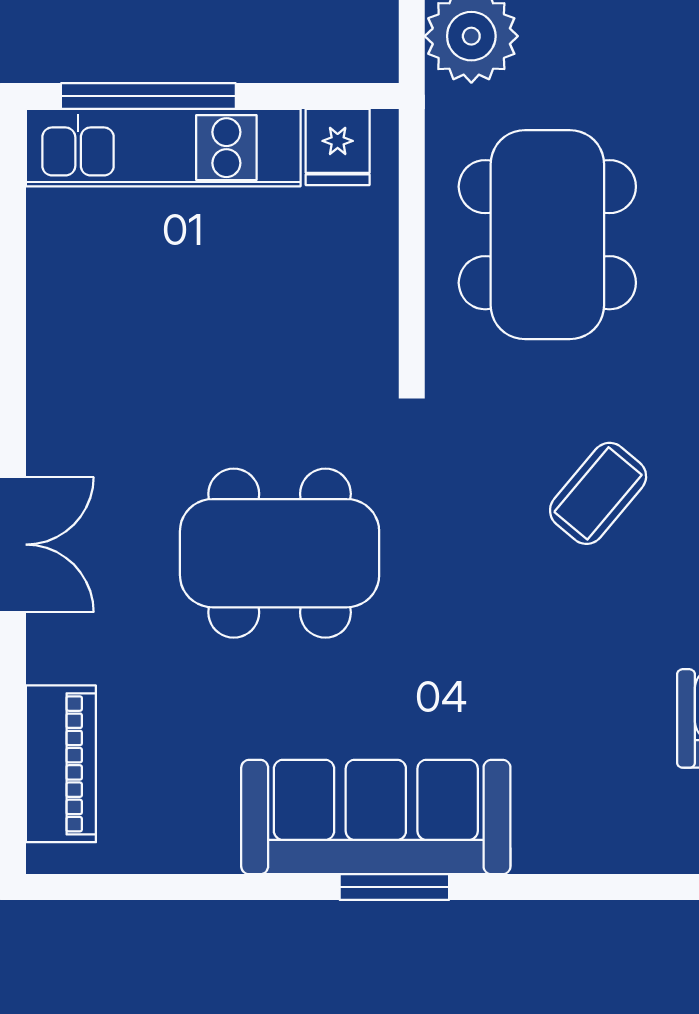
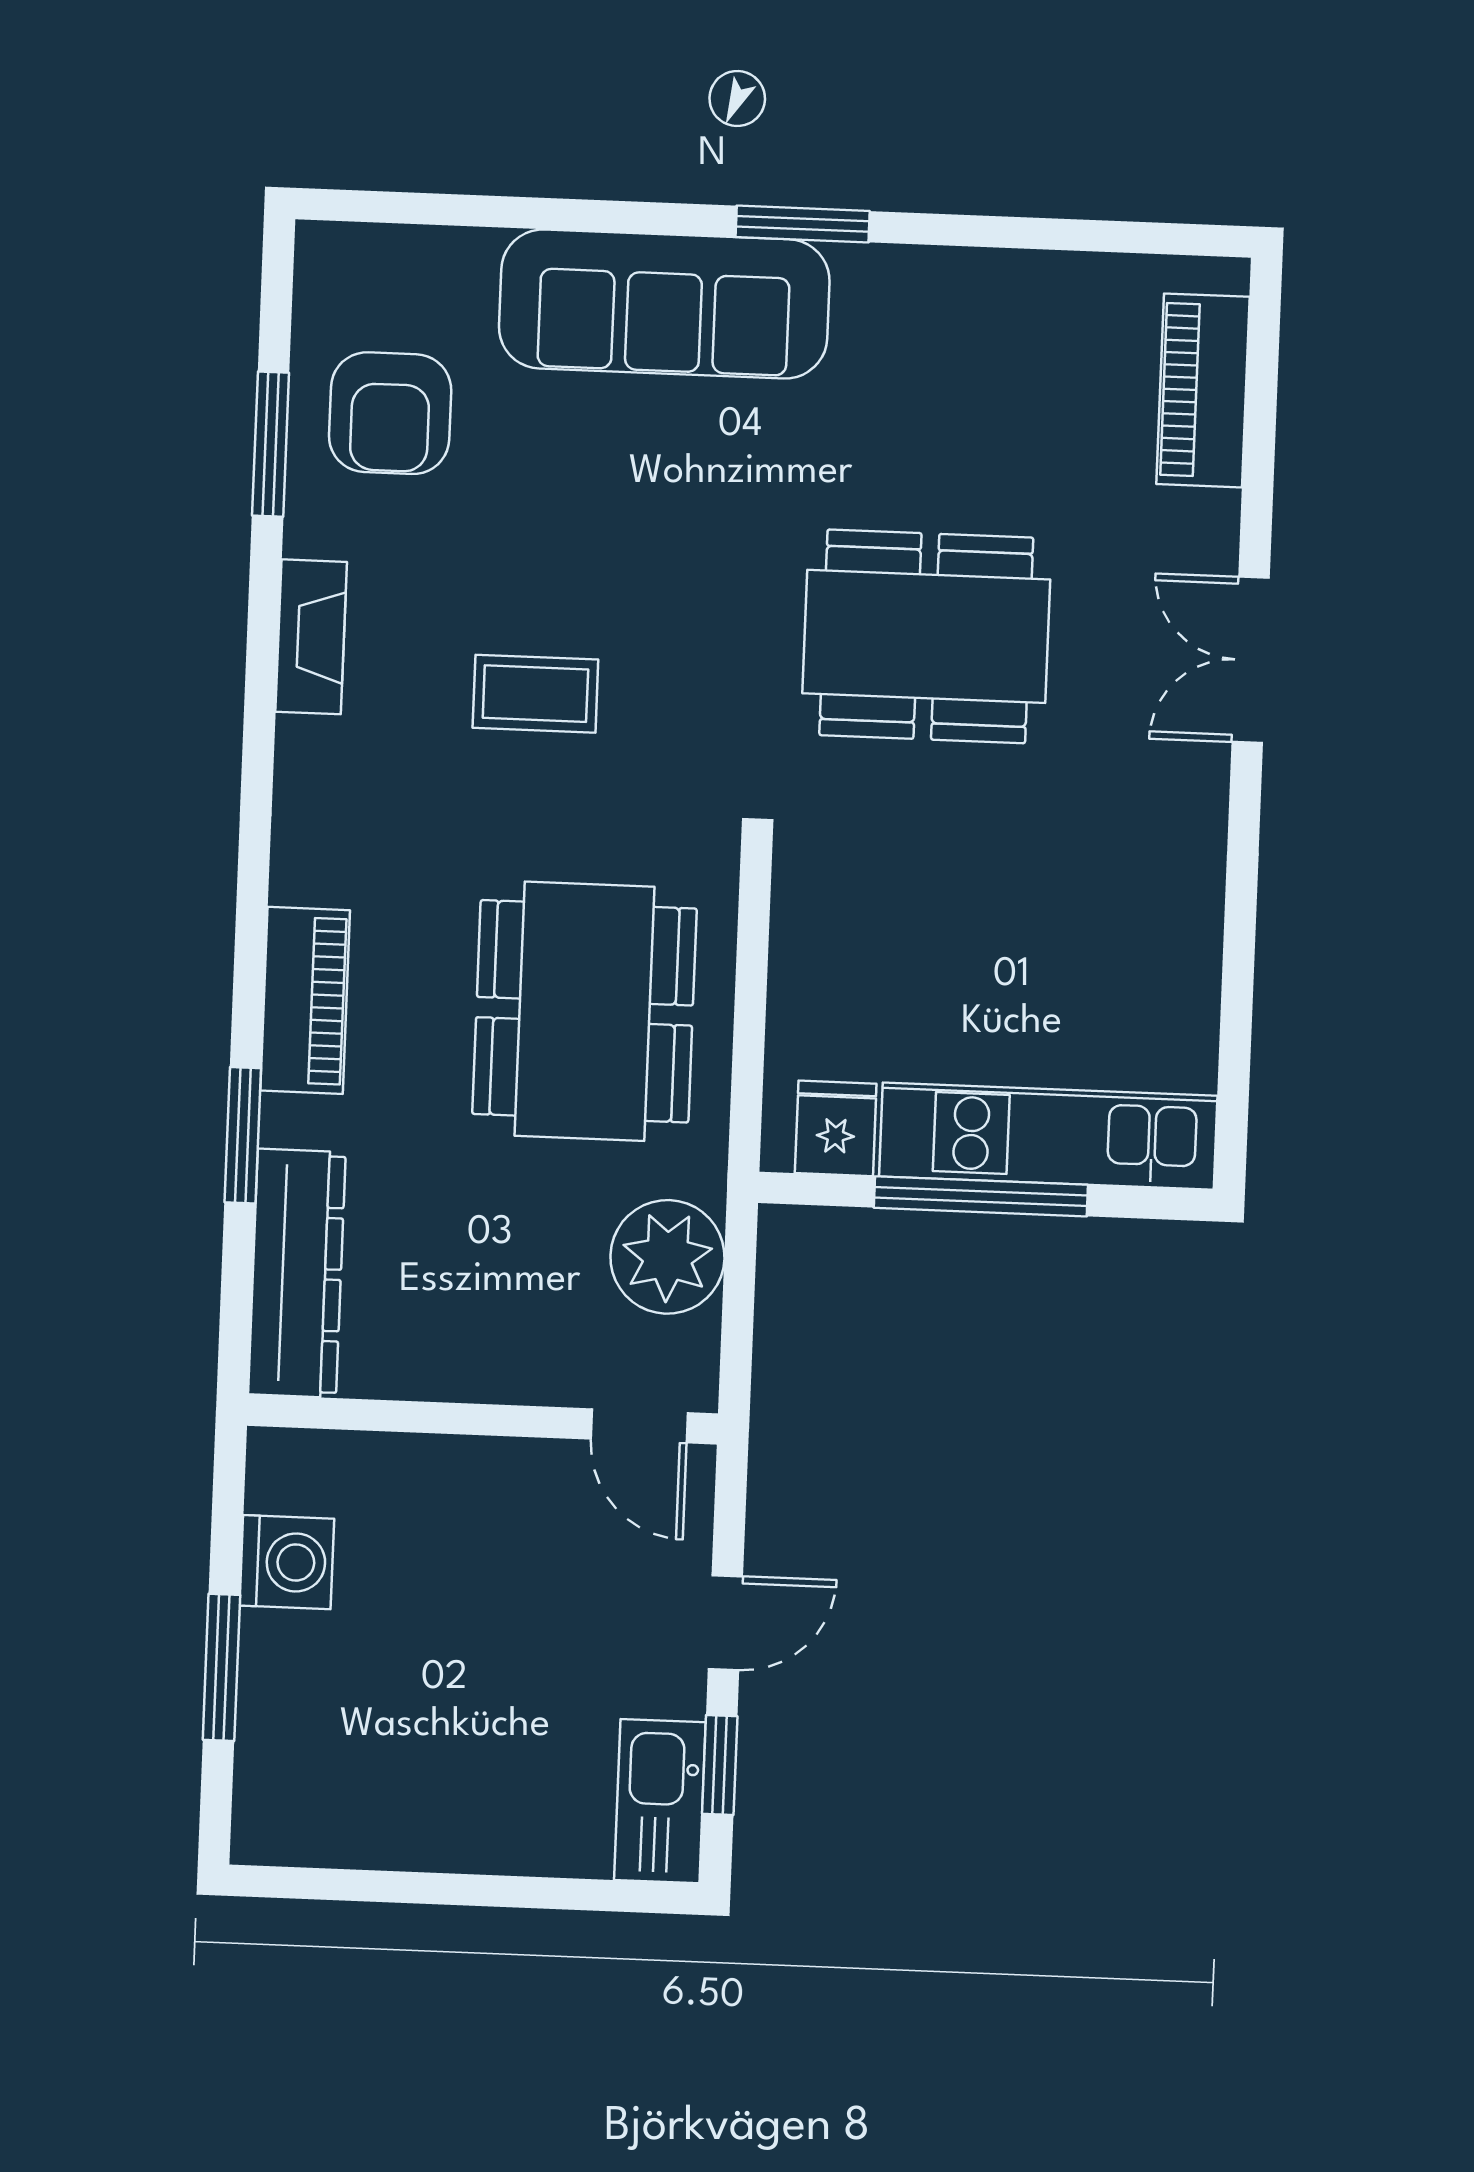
window: (148, 96) -> (981, 1196), moved
coffee table: (598, 493) -> (535, 694), turned 50
sofa: (376, 817) -> (664, 304), moved

